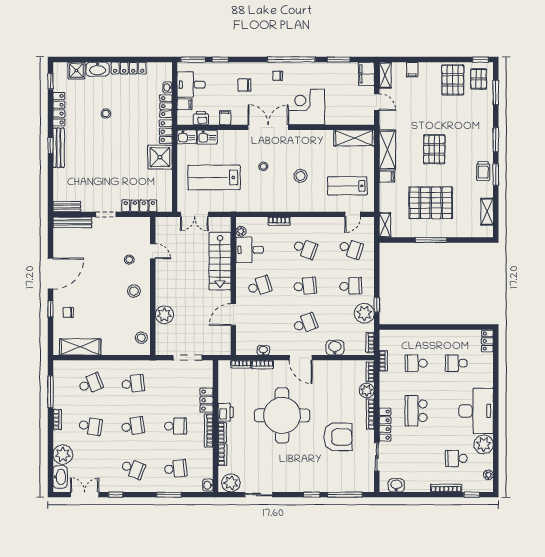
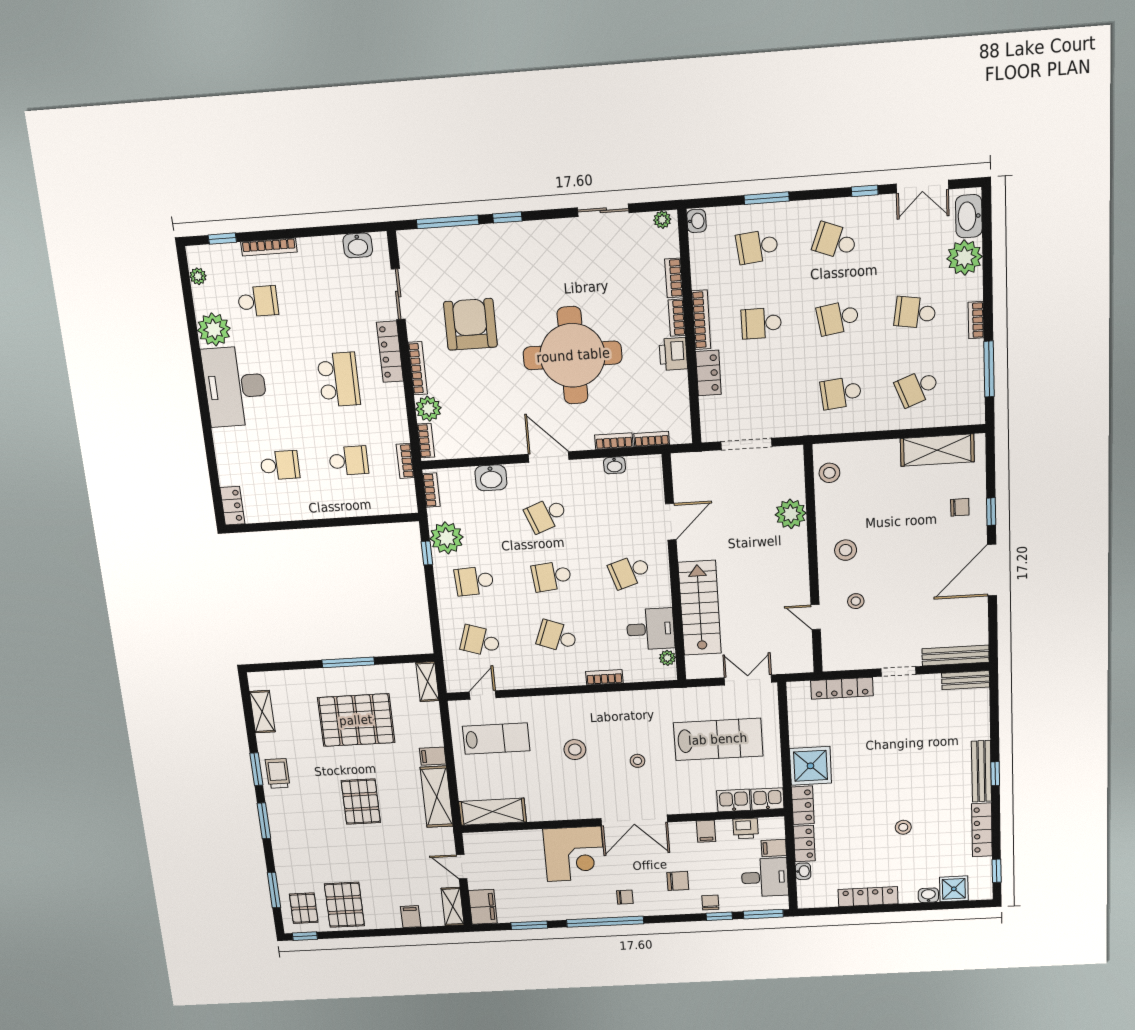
washbasin: (98, 69) -> (928, 895), width x0.52, depth x0.69
chair: (225, 69) -> (710, 902), added
armchair: (338, 437) -> (470, 324), turned 90
plant: (231, 483) -> (662, 220), width x0.53, depth x0.53

